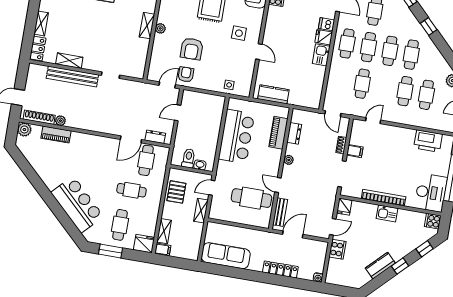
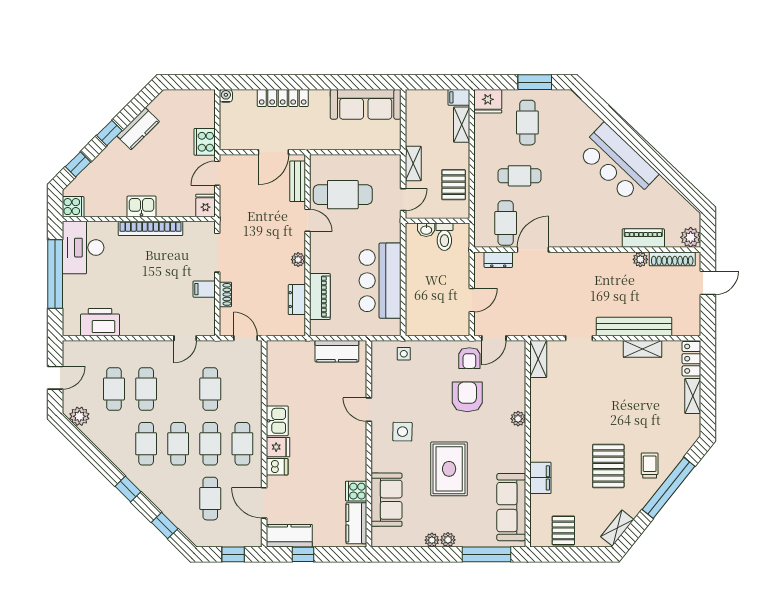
shelving: (147, 26) -> (538, 359), moved
bar counter: (77, 204) -> (617, 163), moved

